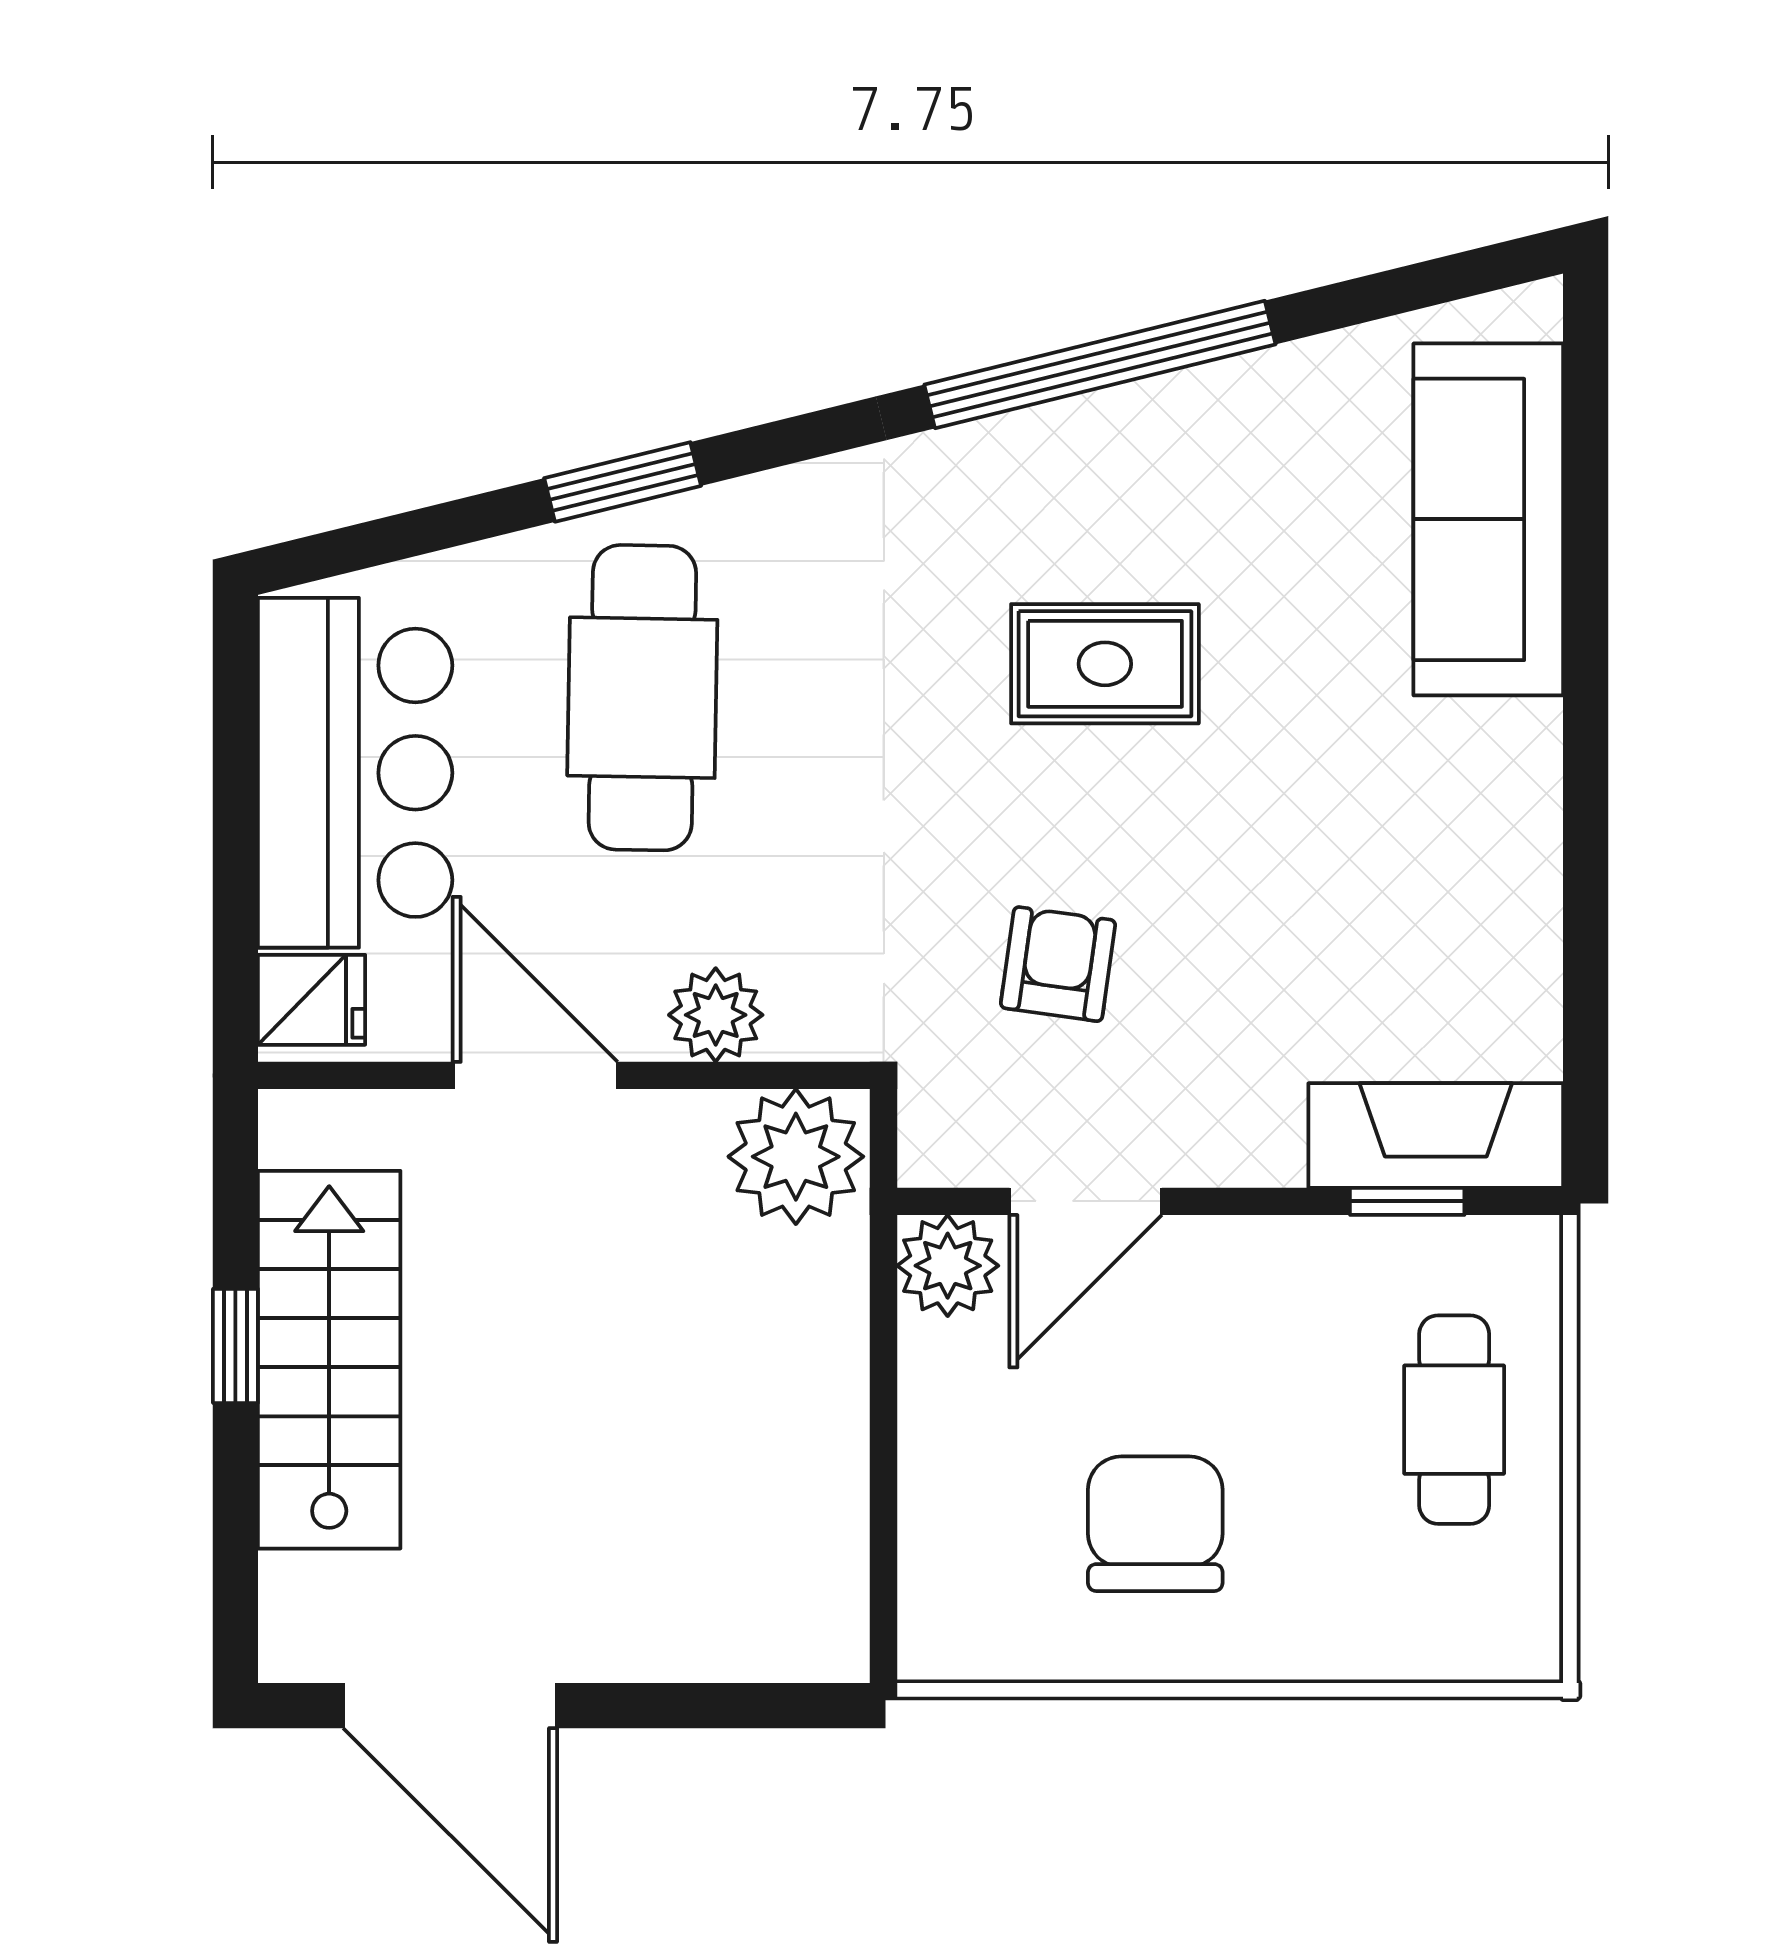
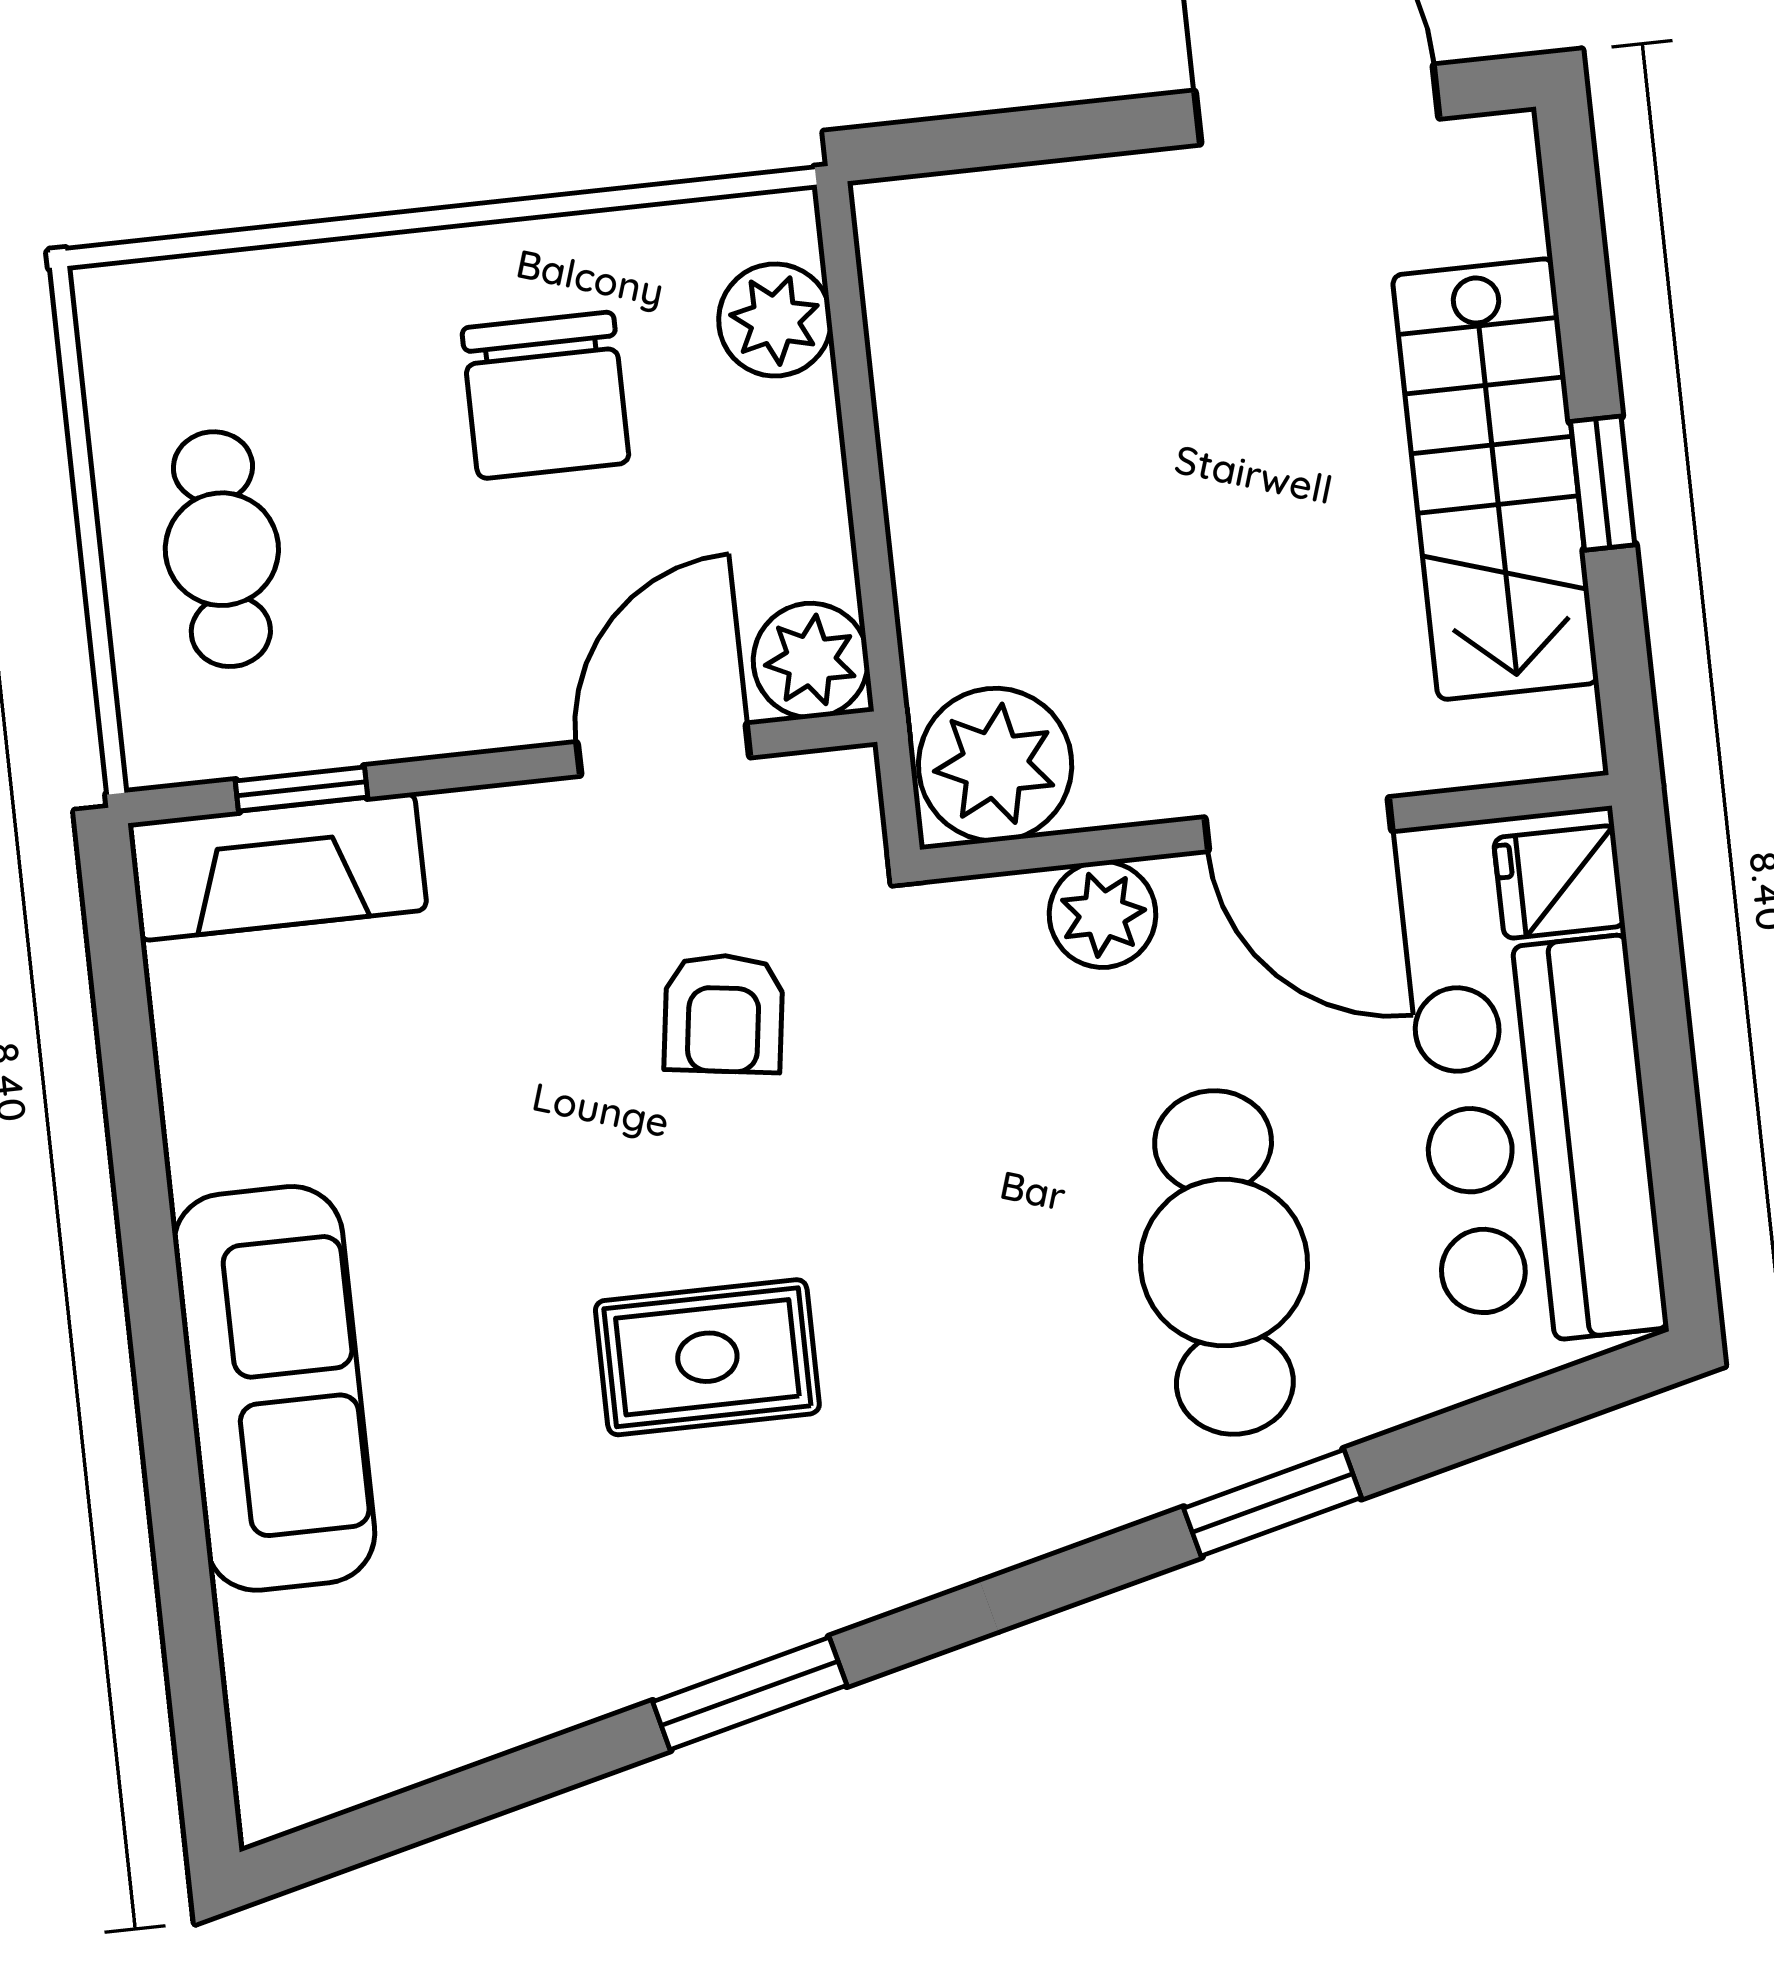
window: (1100, 364) -> (750, 1693), width x0.47
sofa: (1488, 519) -> (274, 1388), moved
plant: (947, 1568) -> (775, 320), added

